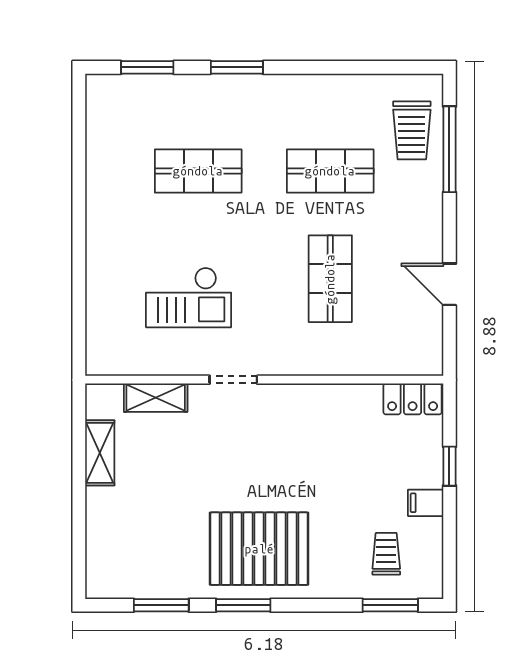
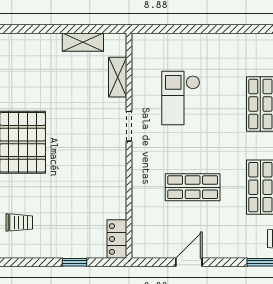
filing cabinet: (426, 503) -> (51, 247), removed

